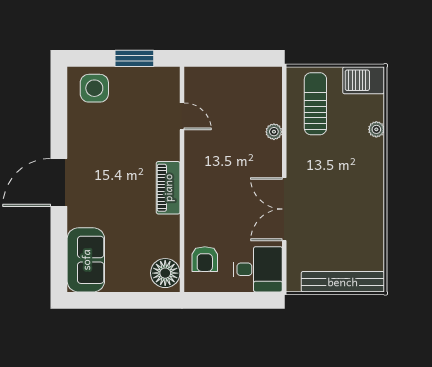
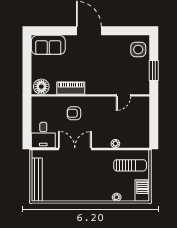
piano: (168, 188) -> (71, 88), moved
armchair: (205, 259) -> (74, 113), moved

